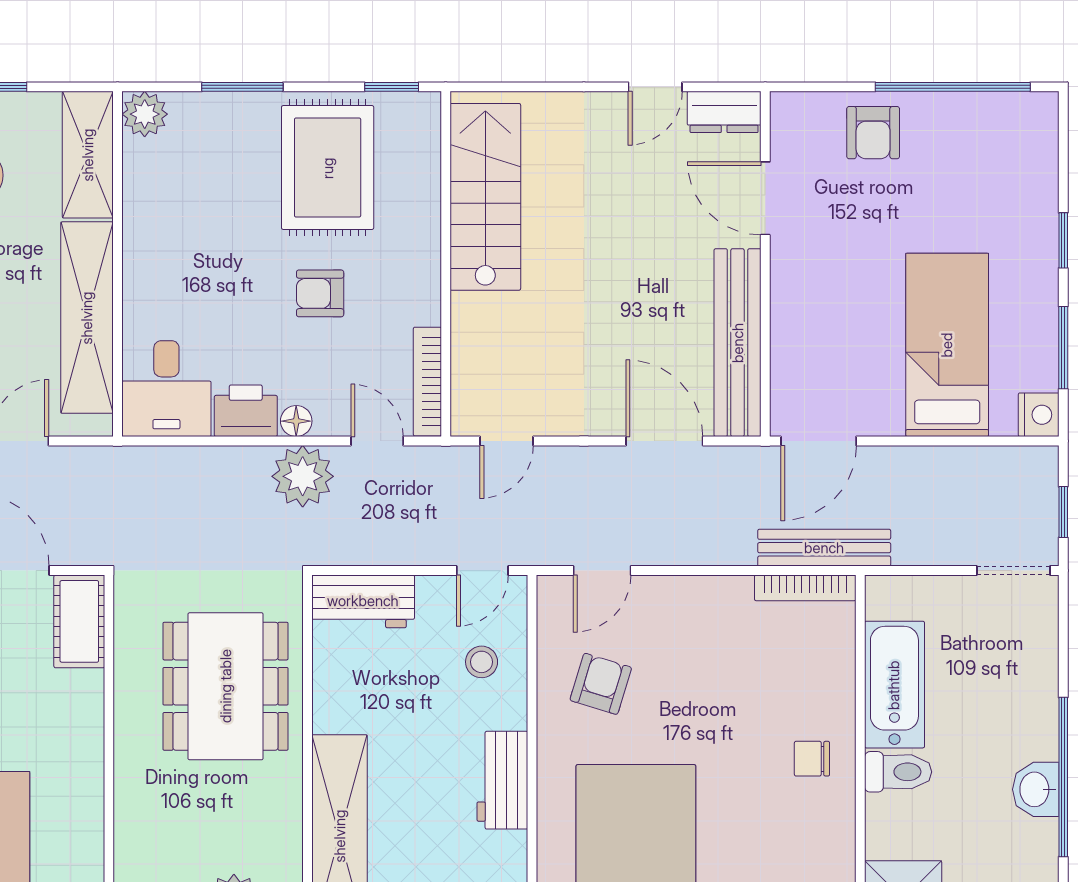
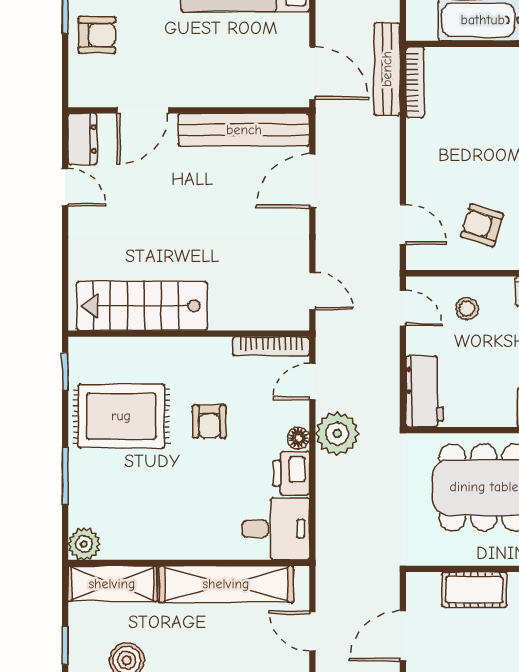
cot: (79, 621) -> (474, 590), moved

